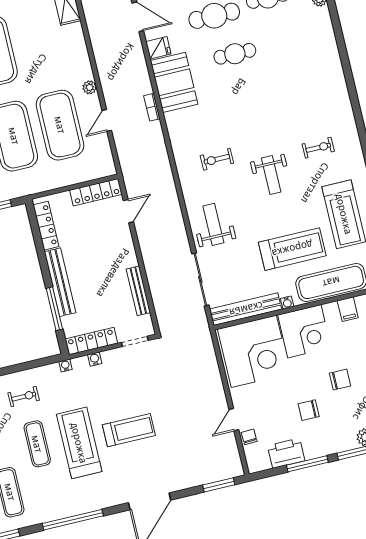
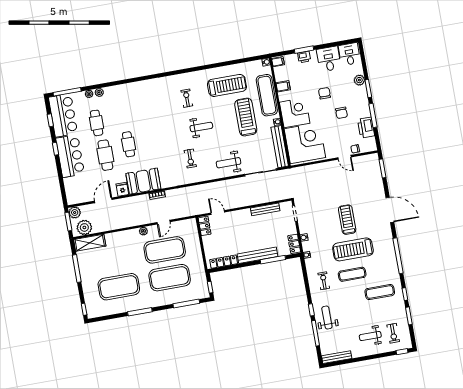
door: (107, 120) -> (163, 222), hinge flipped
locker: (96, 192) -> (205, 226), width x0.66
locker: (91, 341) -> (294, 244), width x0.66

